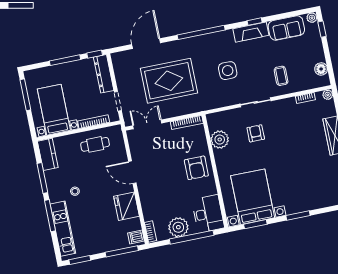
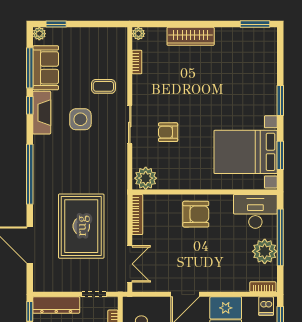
window: (284, 16) -> (30, 68), added
floor lamp: (321, 69) -> (105, 35), removed
side table: (228, 71) -> (80, 119), moved
double door: (147, 124) -> (130, 264), swing flipped
plant: (220, 140) -> (146, 178), moved

